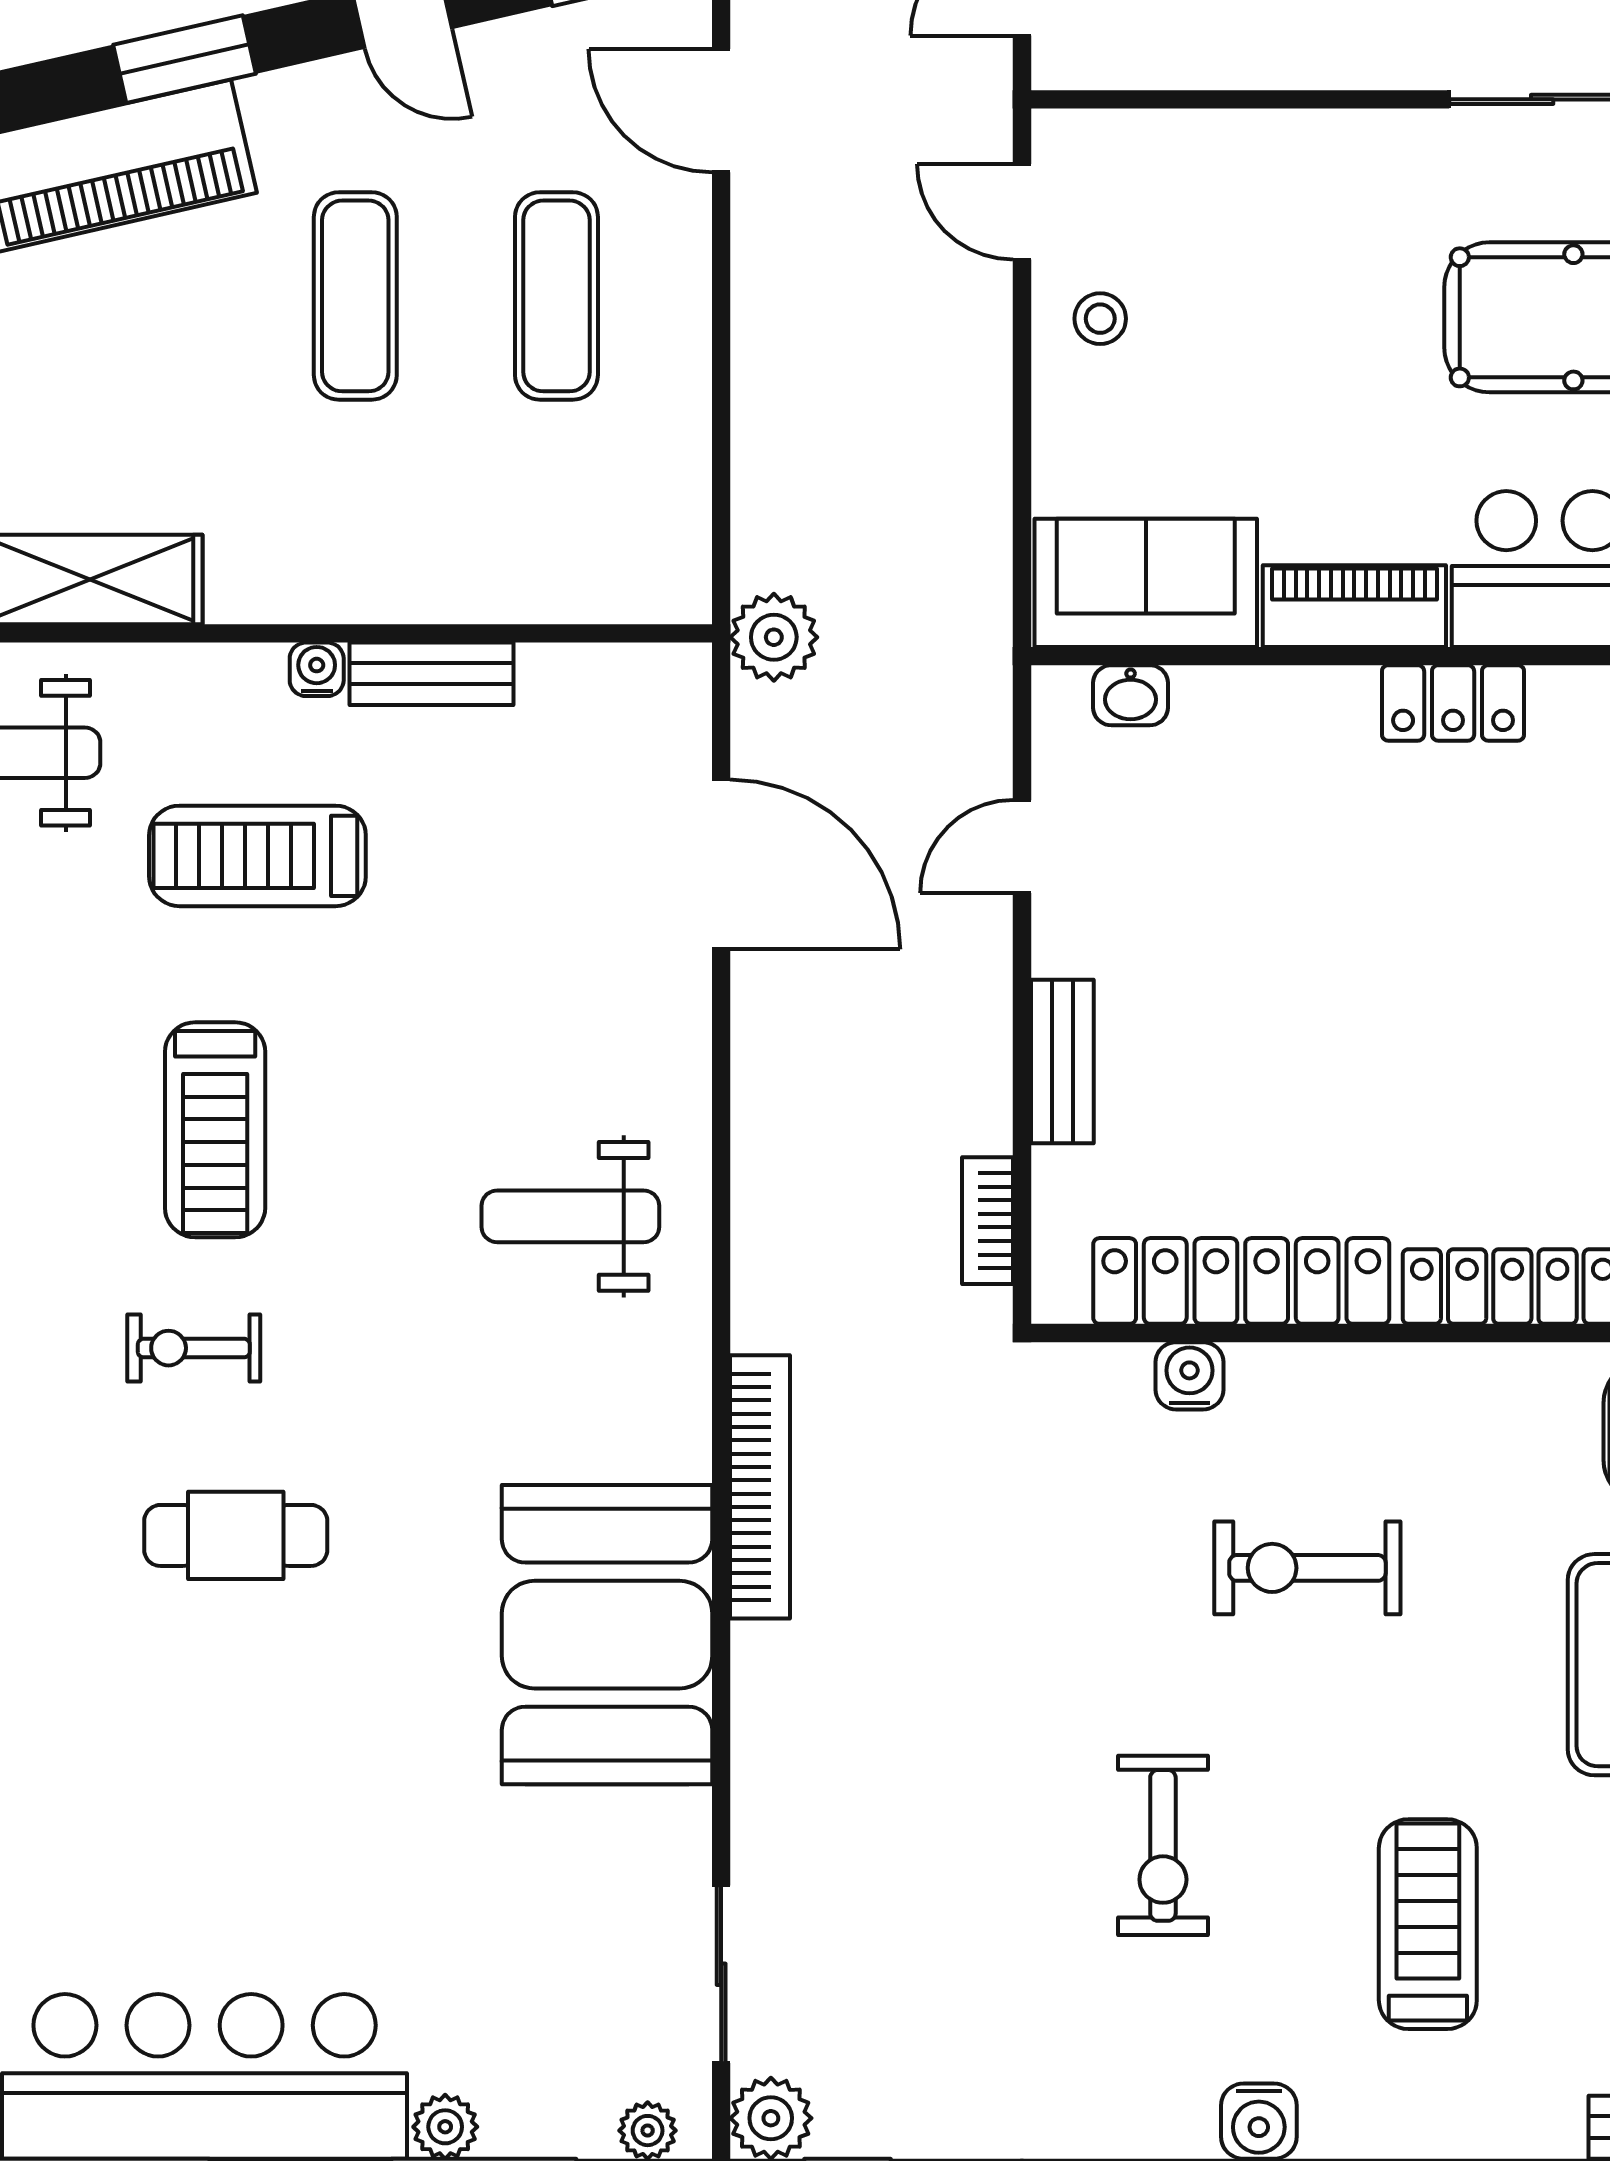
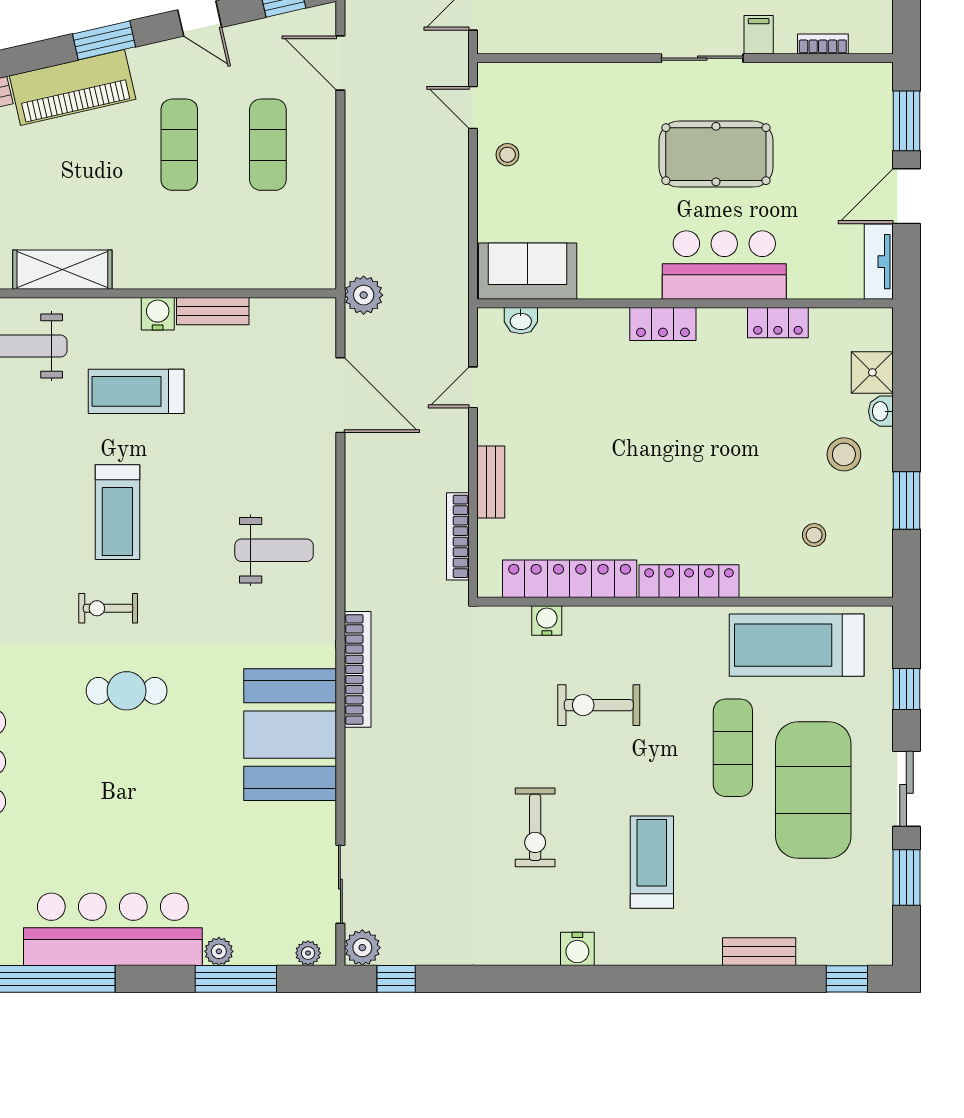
piano: (1354, 606) -> (619, 281), removed
water cooler: (317, 669) -> (158, 314), width x1.38, depth x1.38
weight bench: (570, 1216) -> (274, 550), turned 180
bookcase: (988, 1221) -> (458, 536), width x1.56

